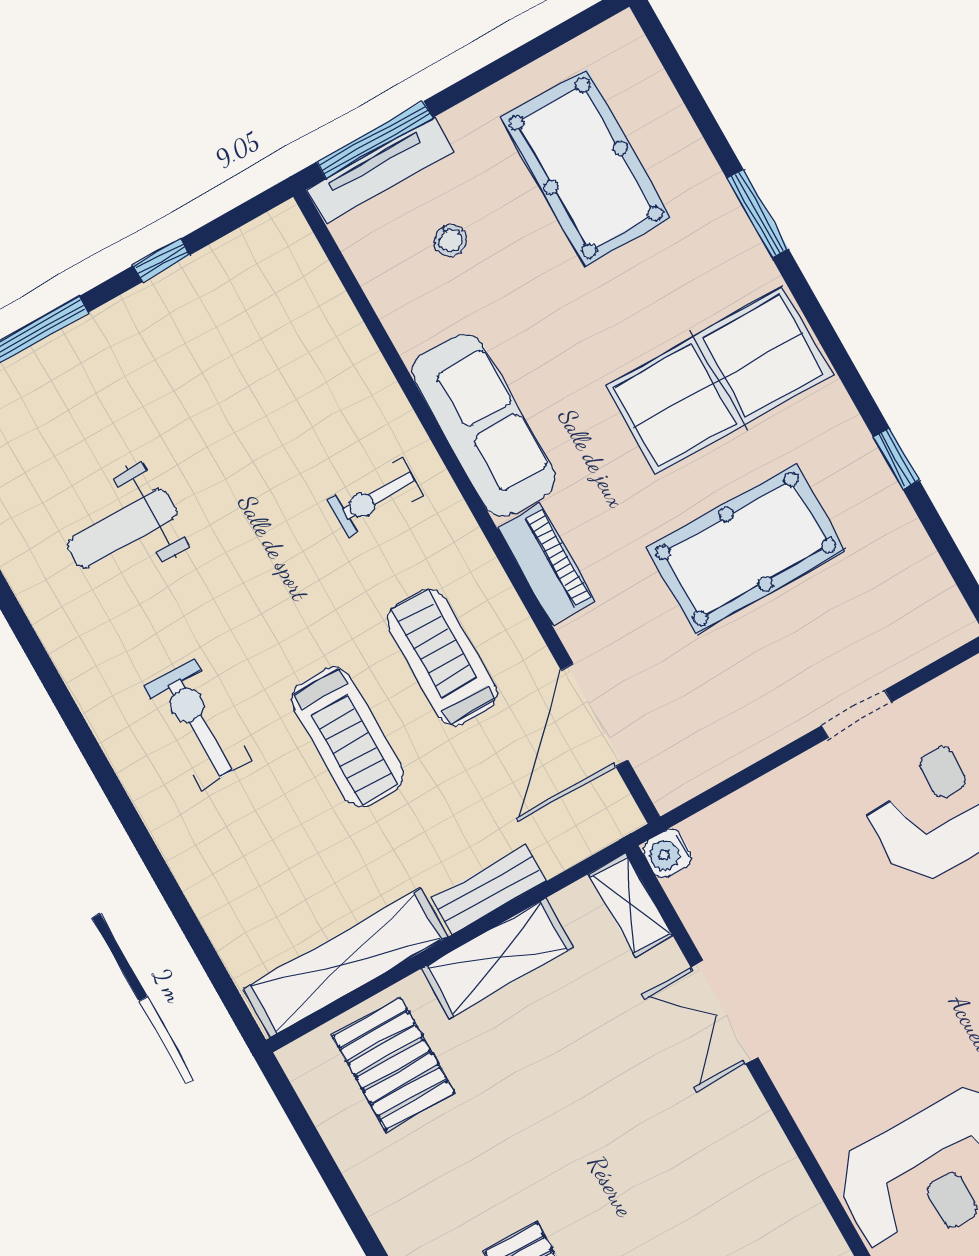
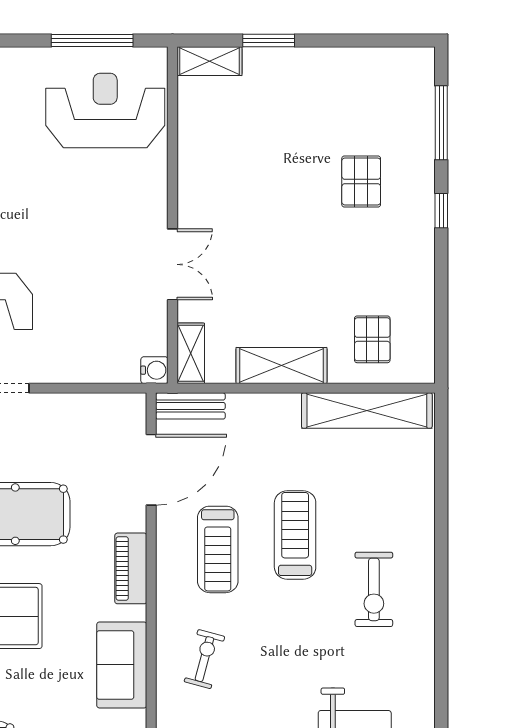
sofa: (484, 425) -> (122, 665), width x0.73
exercise bike: (375, 497) -> (204, 659), turned -75
bench: (489, 890) -> (190, 406), moved
pallet: (393, 1064) -> (372, 339), width x0.67, depth x0.71

